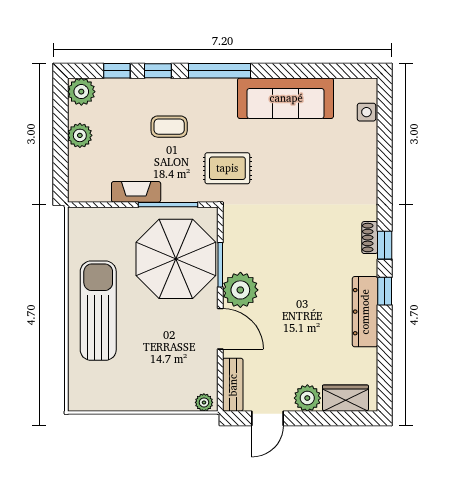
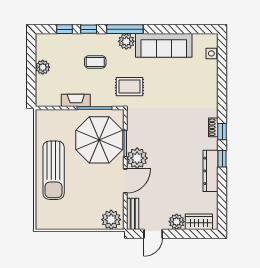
plant: (81, 92) -> (126, 41), moved
sun lounger: (98, 311) -> (54, 170), turned 180
door: (220, 329) -> (125, 181), hinge flipped
plant: (204, 402) -> (111, 220), width x1.88, depth x1.88

